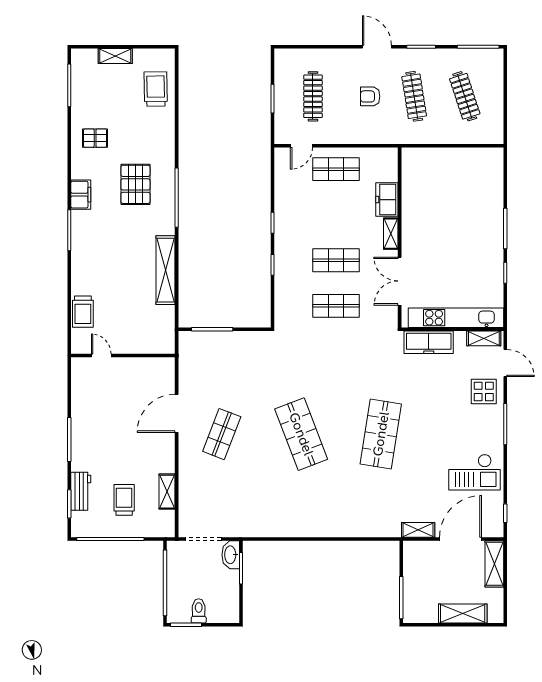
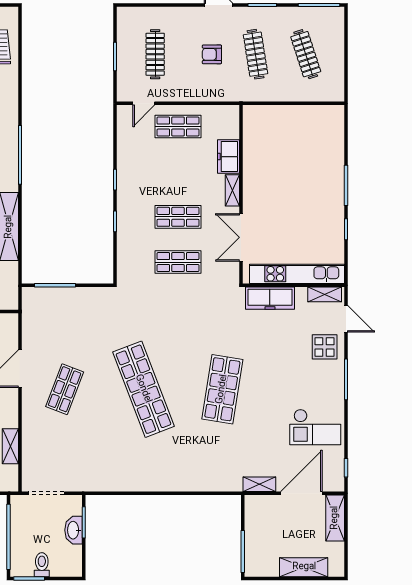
shop shelf: (301, 434) -> (143, 389), width x1.40
washbasin: (231, 555) -> (74, 530), moved

